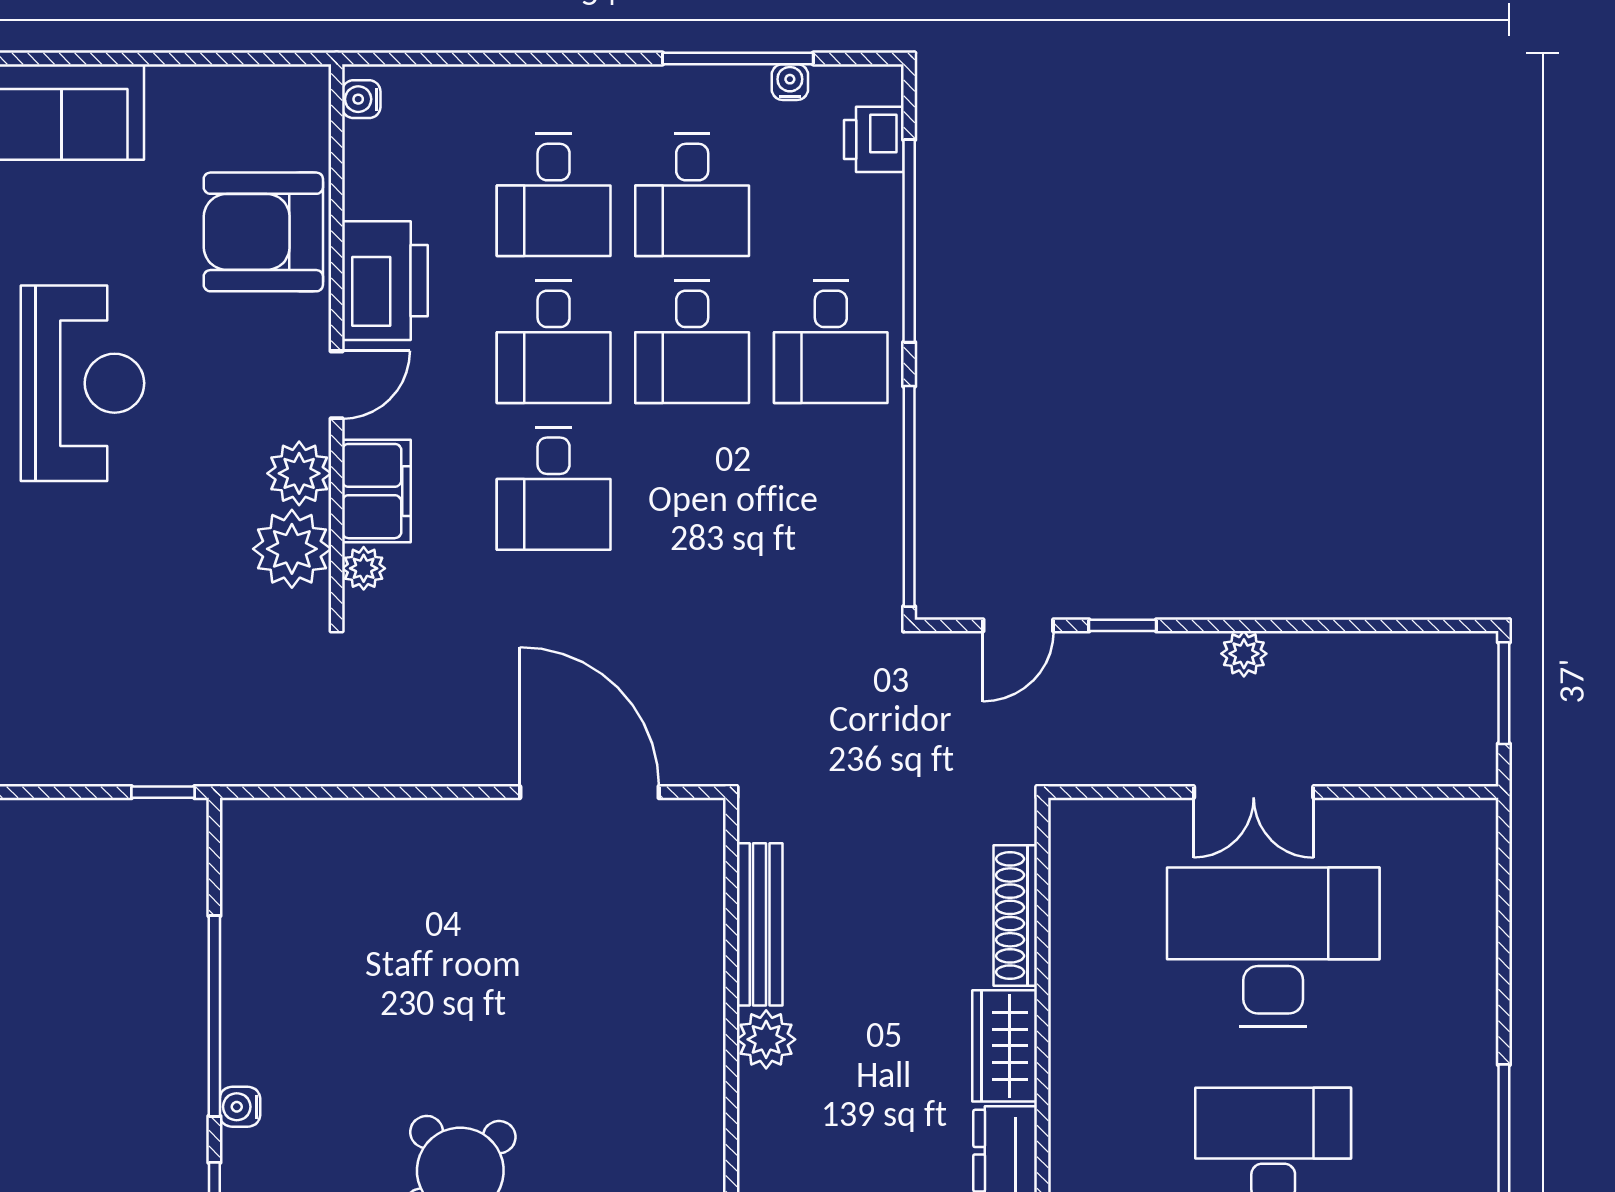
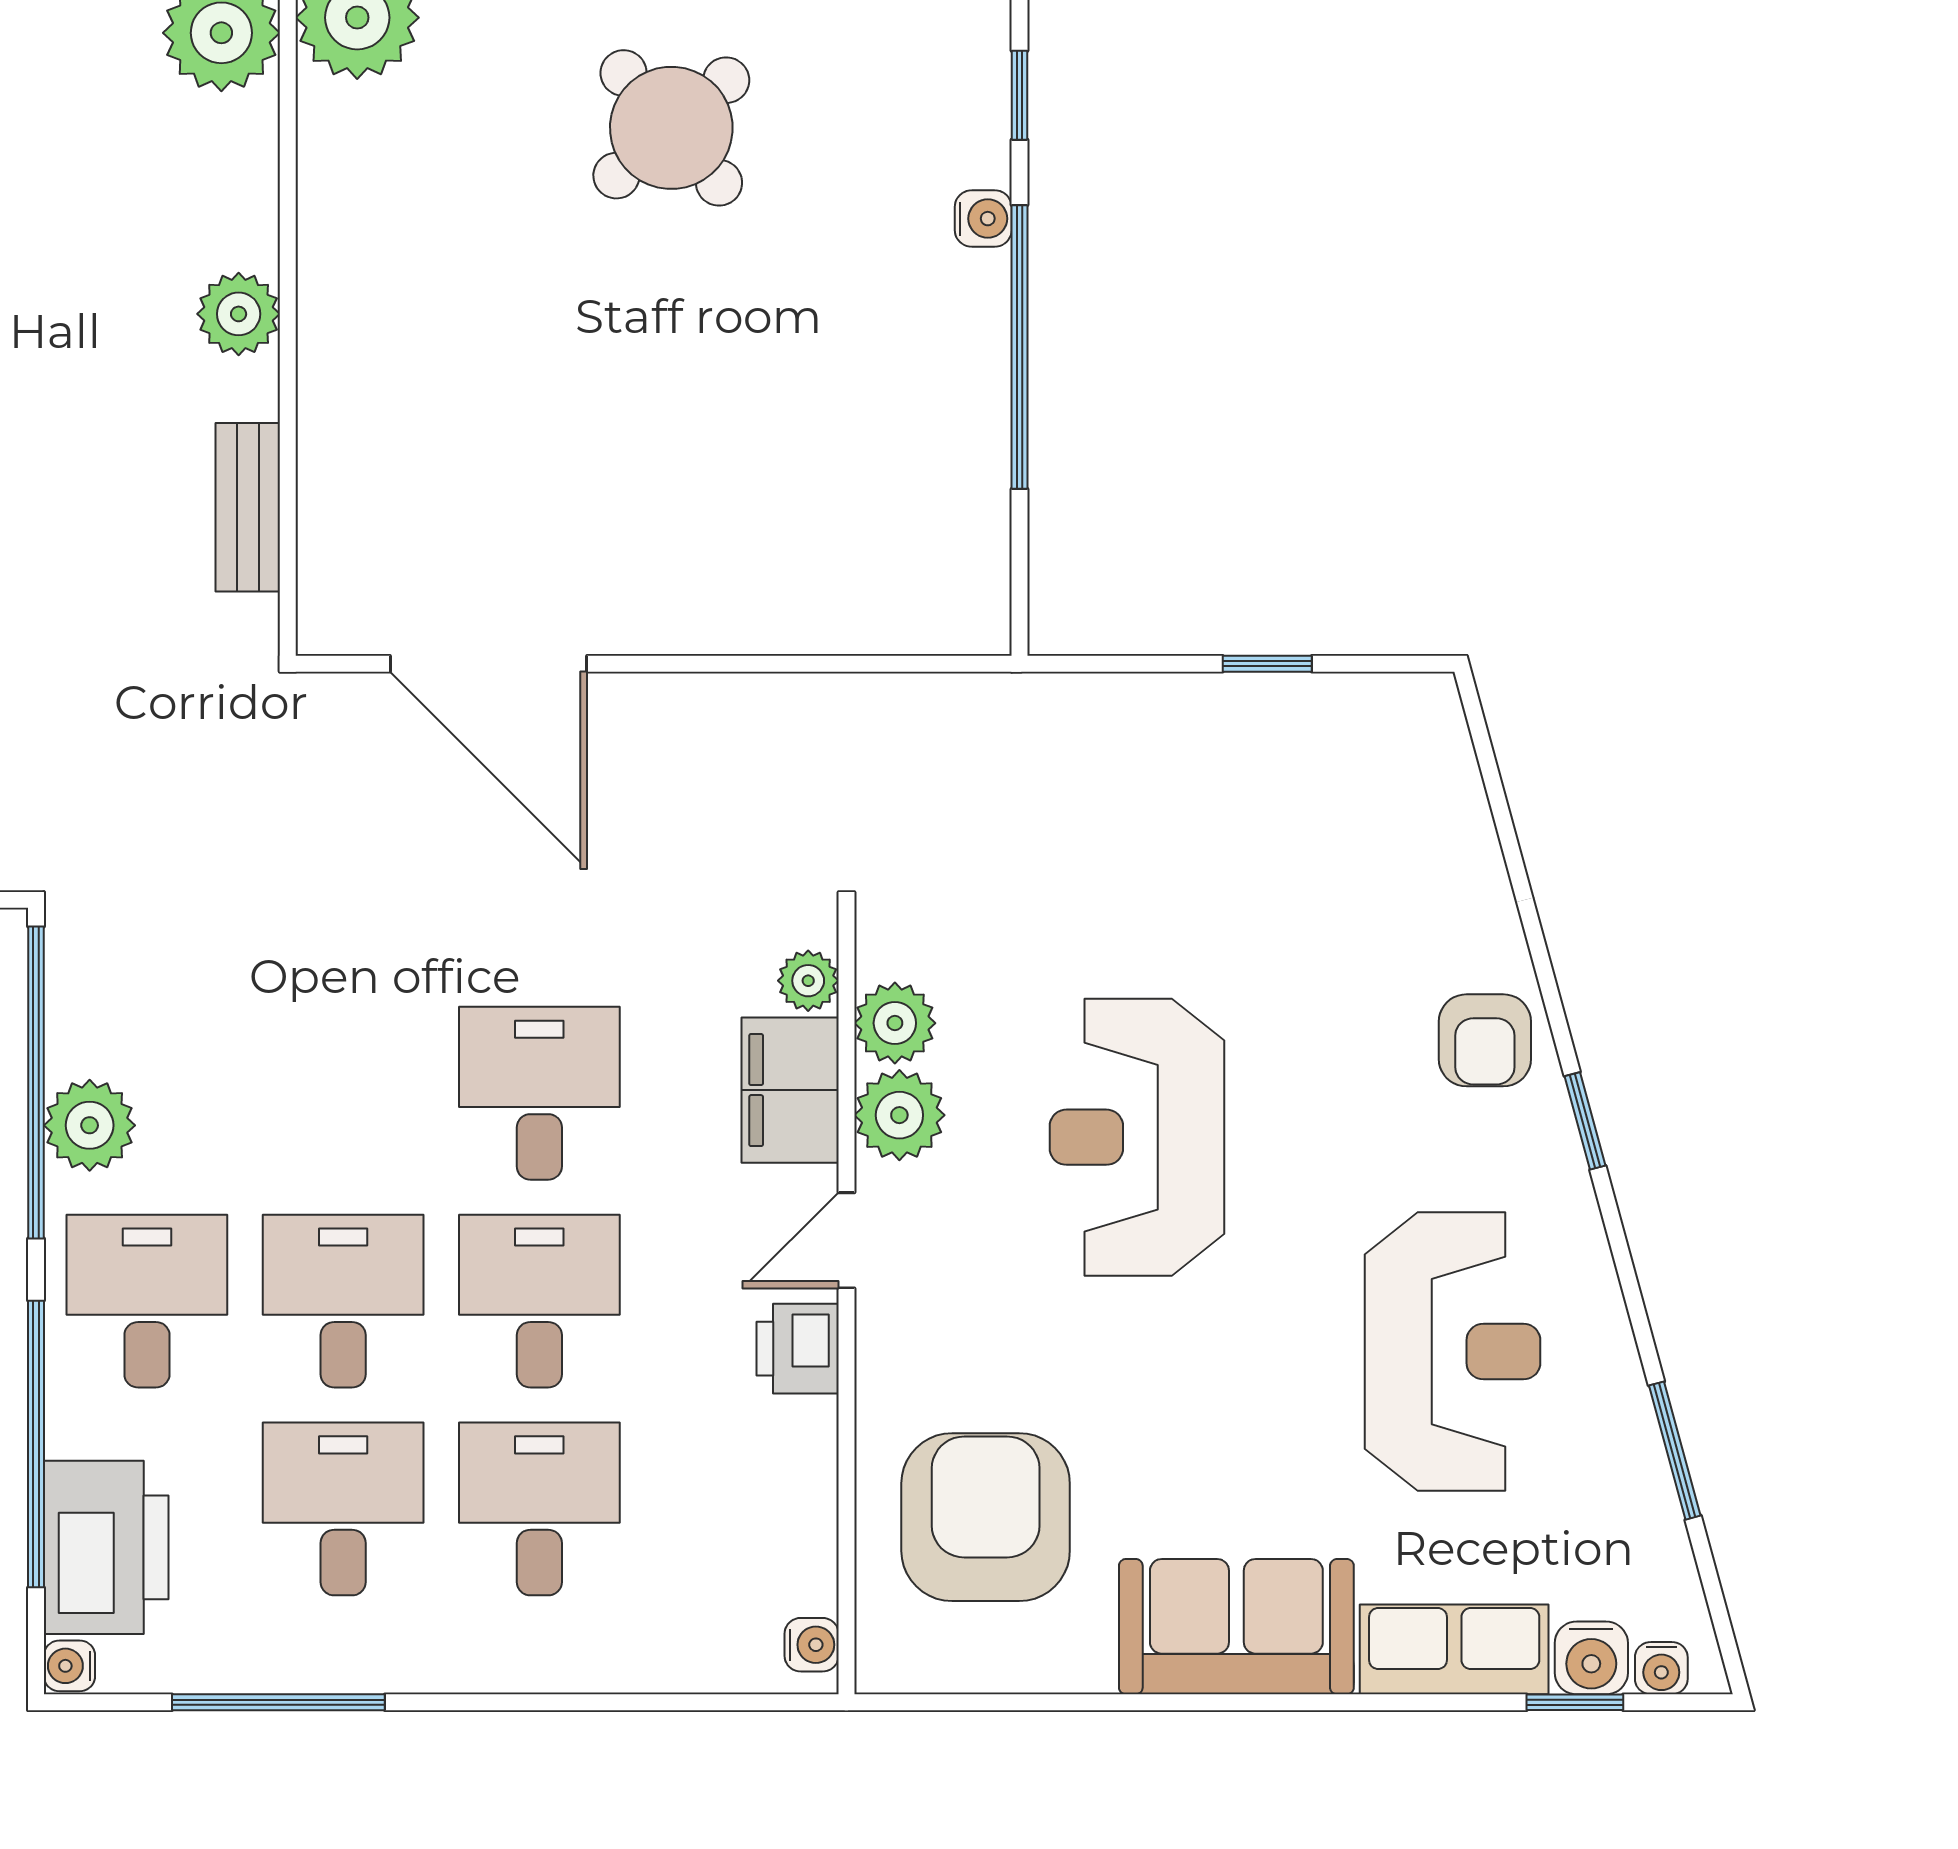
water cooler: (790, 82) -> (69, 1666), moved, turned 90
printer: (874, 139) -> (106, 1547), width x1.87, depth x1.48
armchair: (263, 232) -> (986, 1517), moved, turned -90
printer: (385, 281) -> (798, 1349), width x0.53, depth x0.68
reception desk: (82, 383) -> (1137, 1137), moved
plant: (871, 466) -> (90, 1125), added
plant: (292, 549) -> (895, 1023), width x0.73, depth x0.73
window: (163, 792) -> (1267, 664), moved
bench: (760, 924) -> (248, 507), width x0.73

